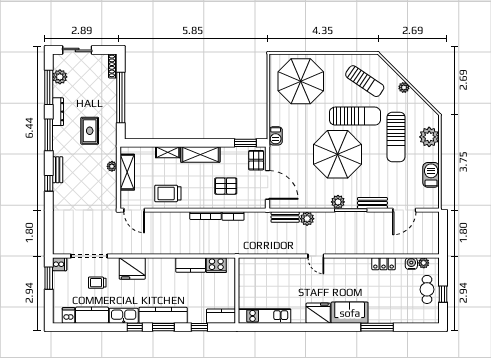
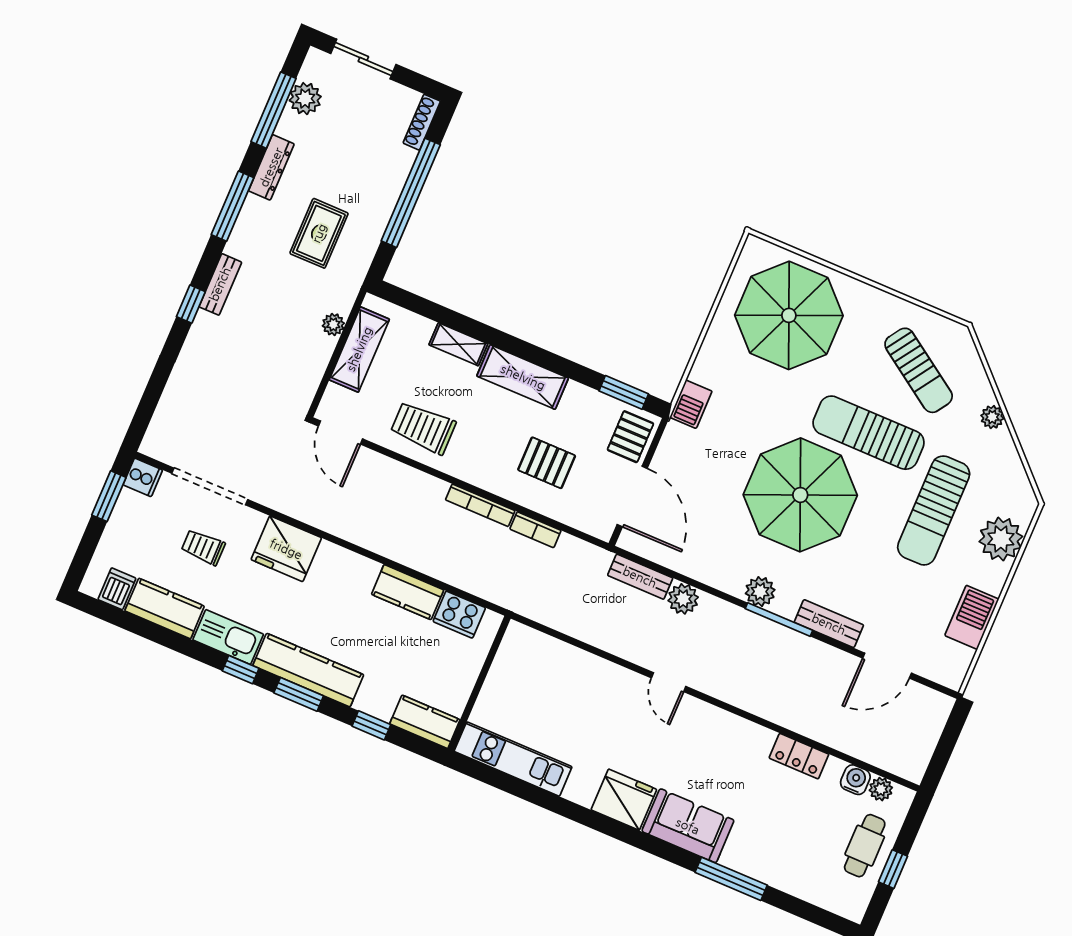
sun lounger: (355, 116) -> (869, 433), turned 180

